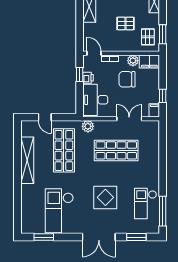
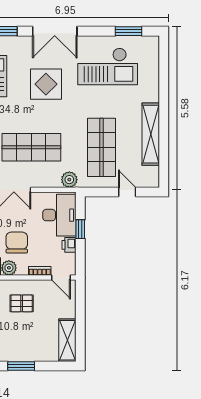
pallet: (125, 23) -> (22, 303), moved
window: (80, 74) -> (80, 229), moved
chair: (127, 79) -> (17, 243), turned -90
checkout: (59, 211) -> (108, 66), turned 90
double door: (99, 237) -> (55, 31), swing flipped

